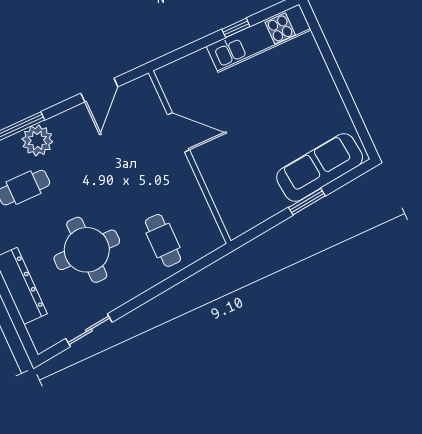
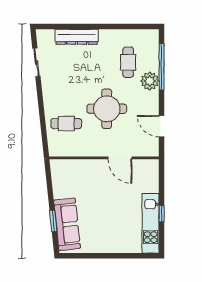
door: (178, 132) -> (120, 158), hinge flipped
window: (307, 202) -> (53, 221), moved
round table: (87, 250) -> (107, 109), moved

